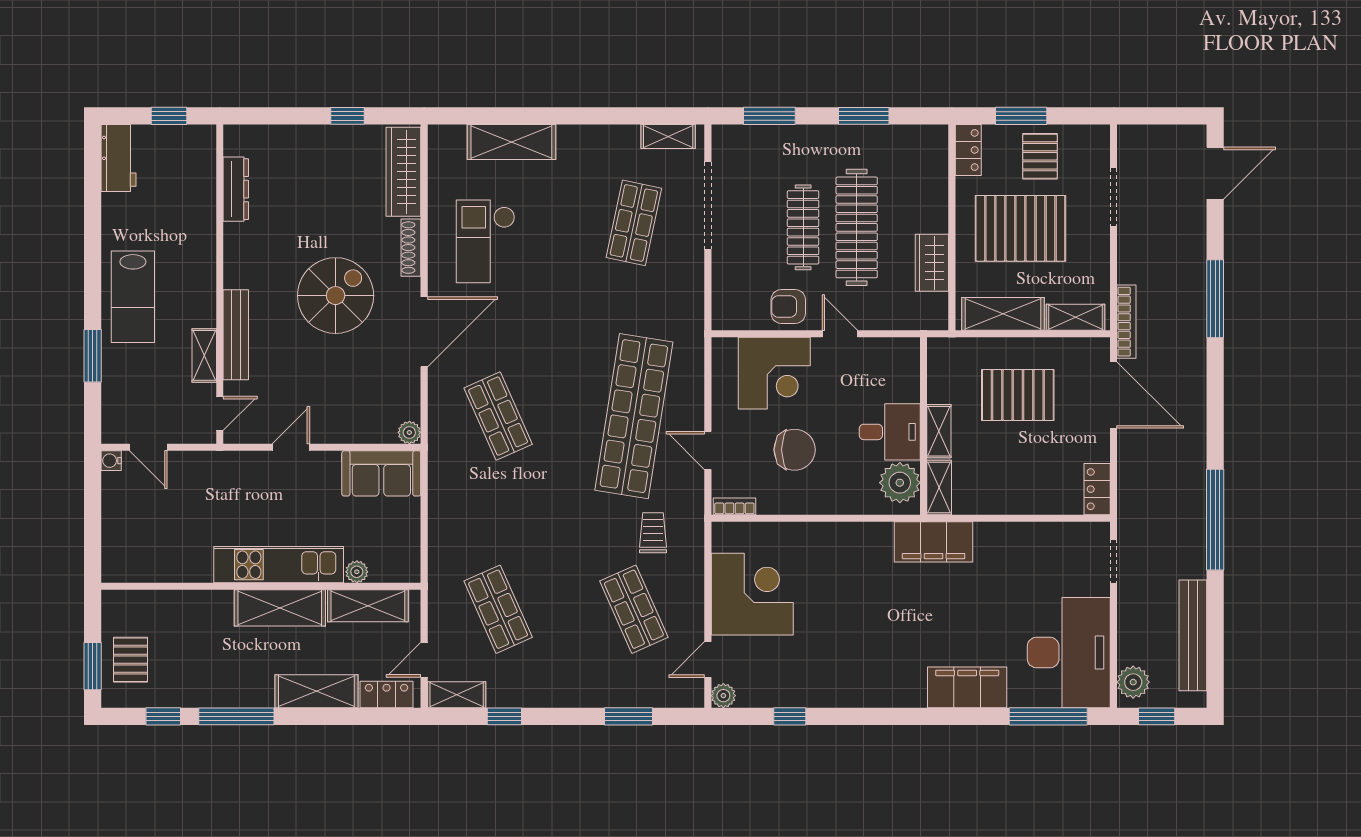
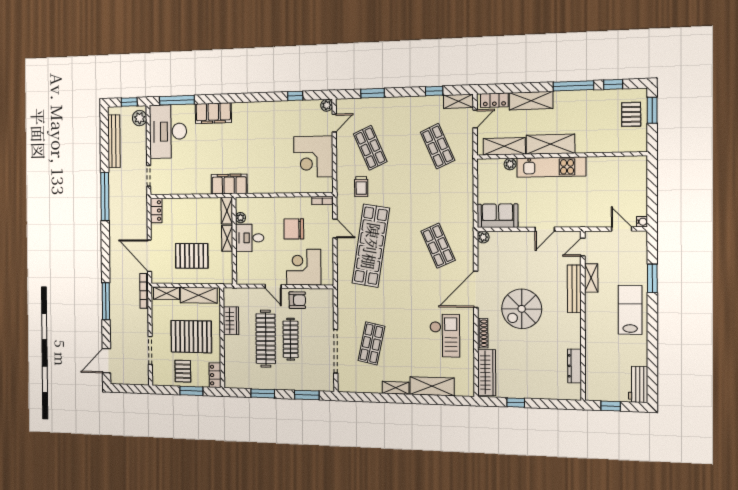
shelving: (668, 137) -> (396, 388), moved
plant: (900, 483) -> (241, 218), width x0.53, depth x0.53

